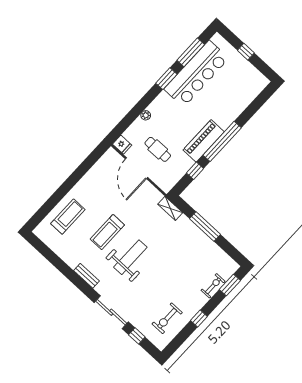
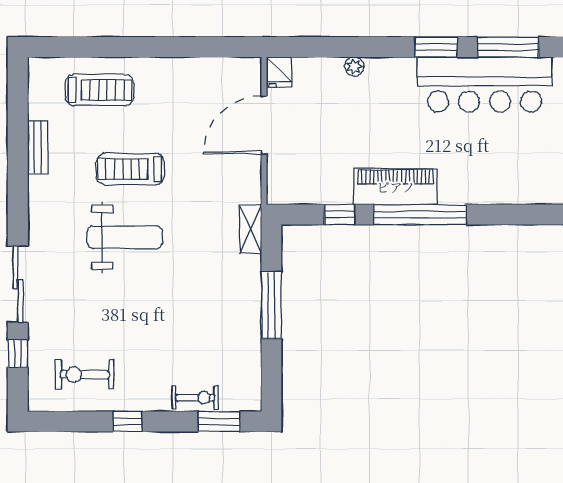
cafe table: (158, 149) -> (320, 131), removed
bench: (87, 276) -> (38, 147), moved

